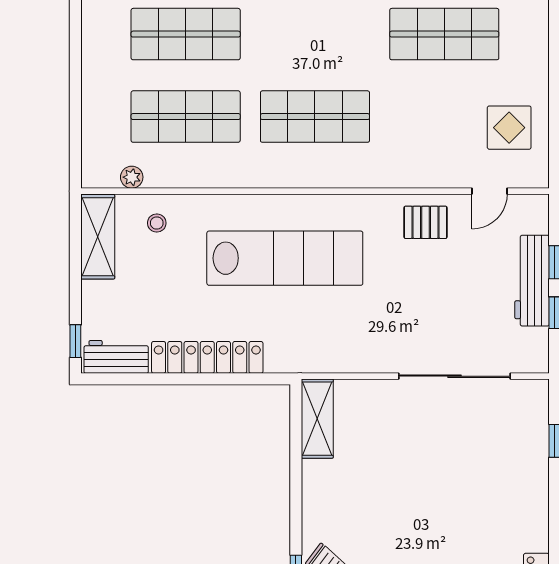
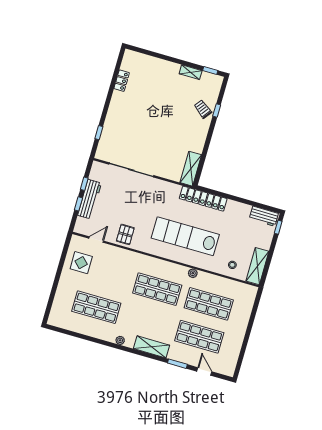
plant: (132, 177) -> (193, 273), moved
pallet: (426, 222) -> (125, 234), turned 90
locker: (207, 357) -> (203, 199), moved

